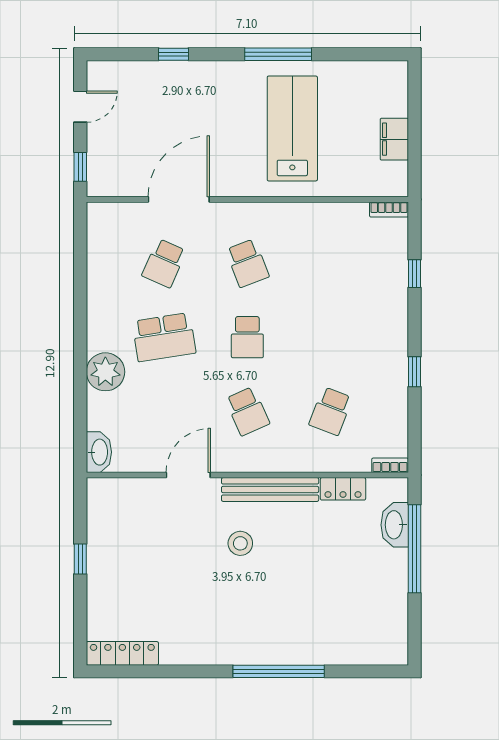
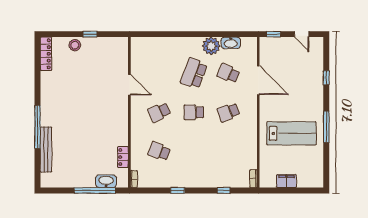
school desk: (164, 337) -> (194, 73), turned 30
plant: (105, 372) -> (211, 46), moved
washbasin: (99, 452) -> (231, 43), moved
bench: (270, 489) -> (46, 150), moved
stool: (240, 543) -> (75, 45), moved

